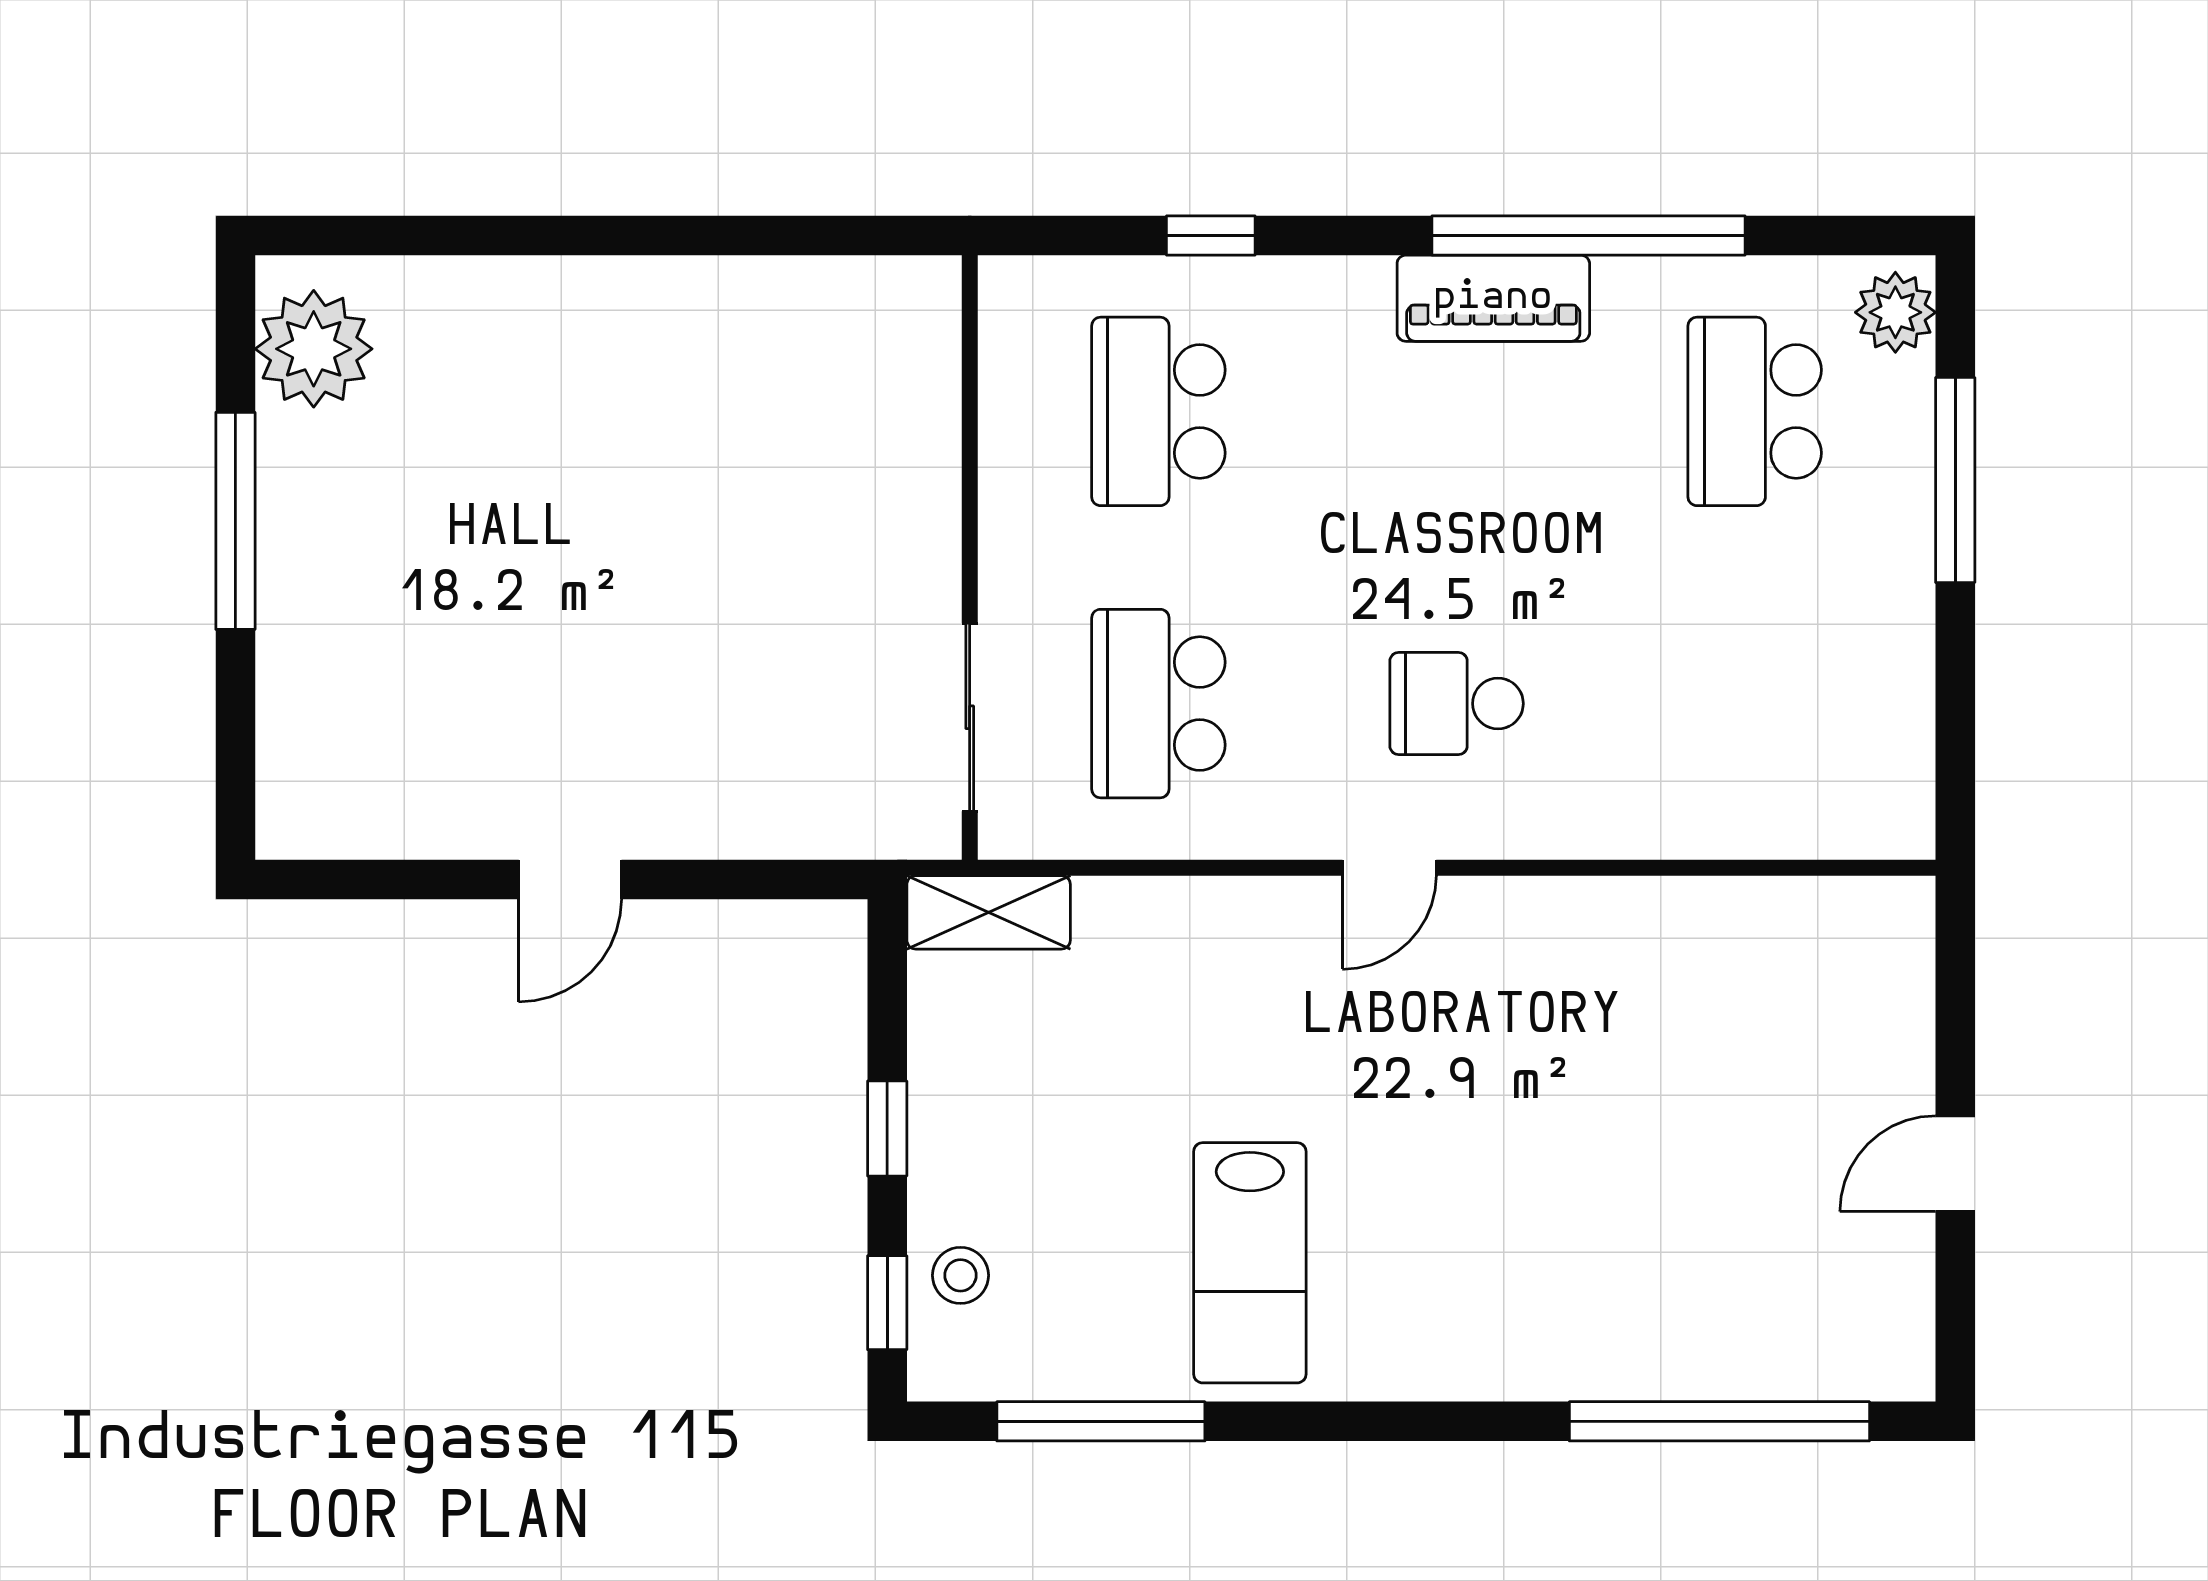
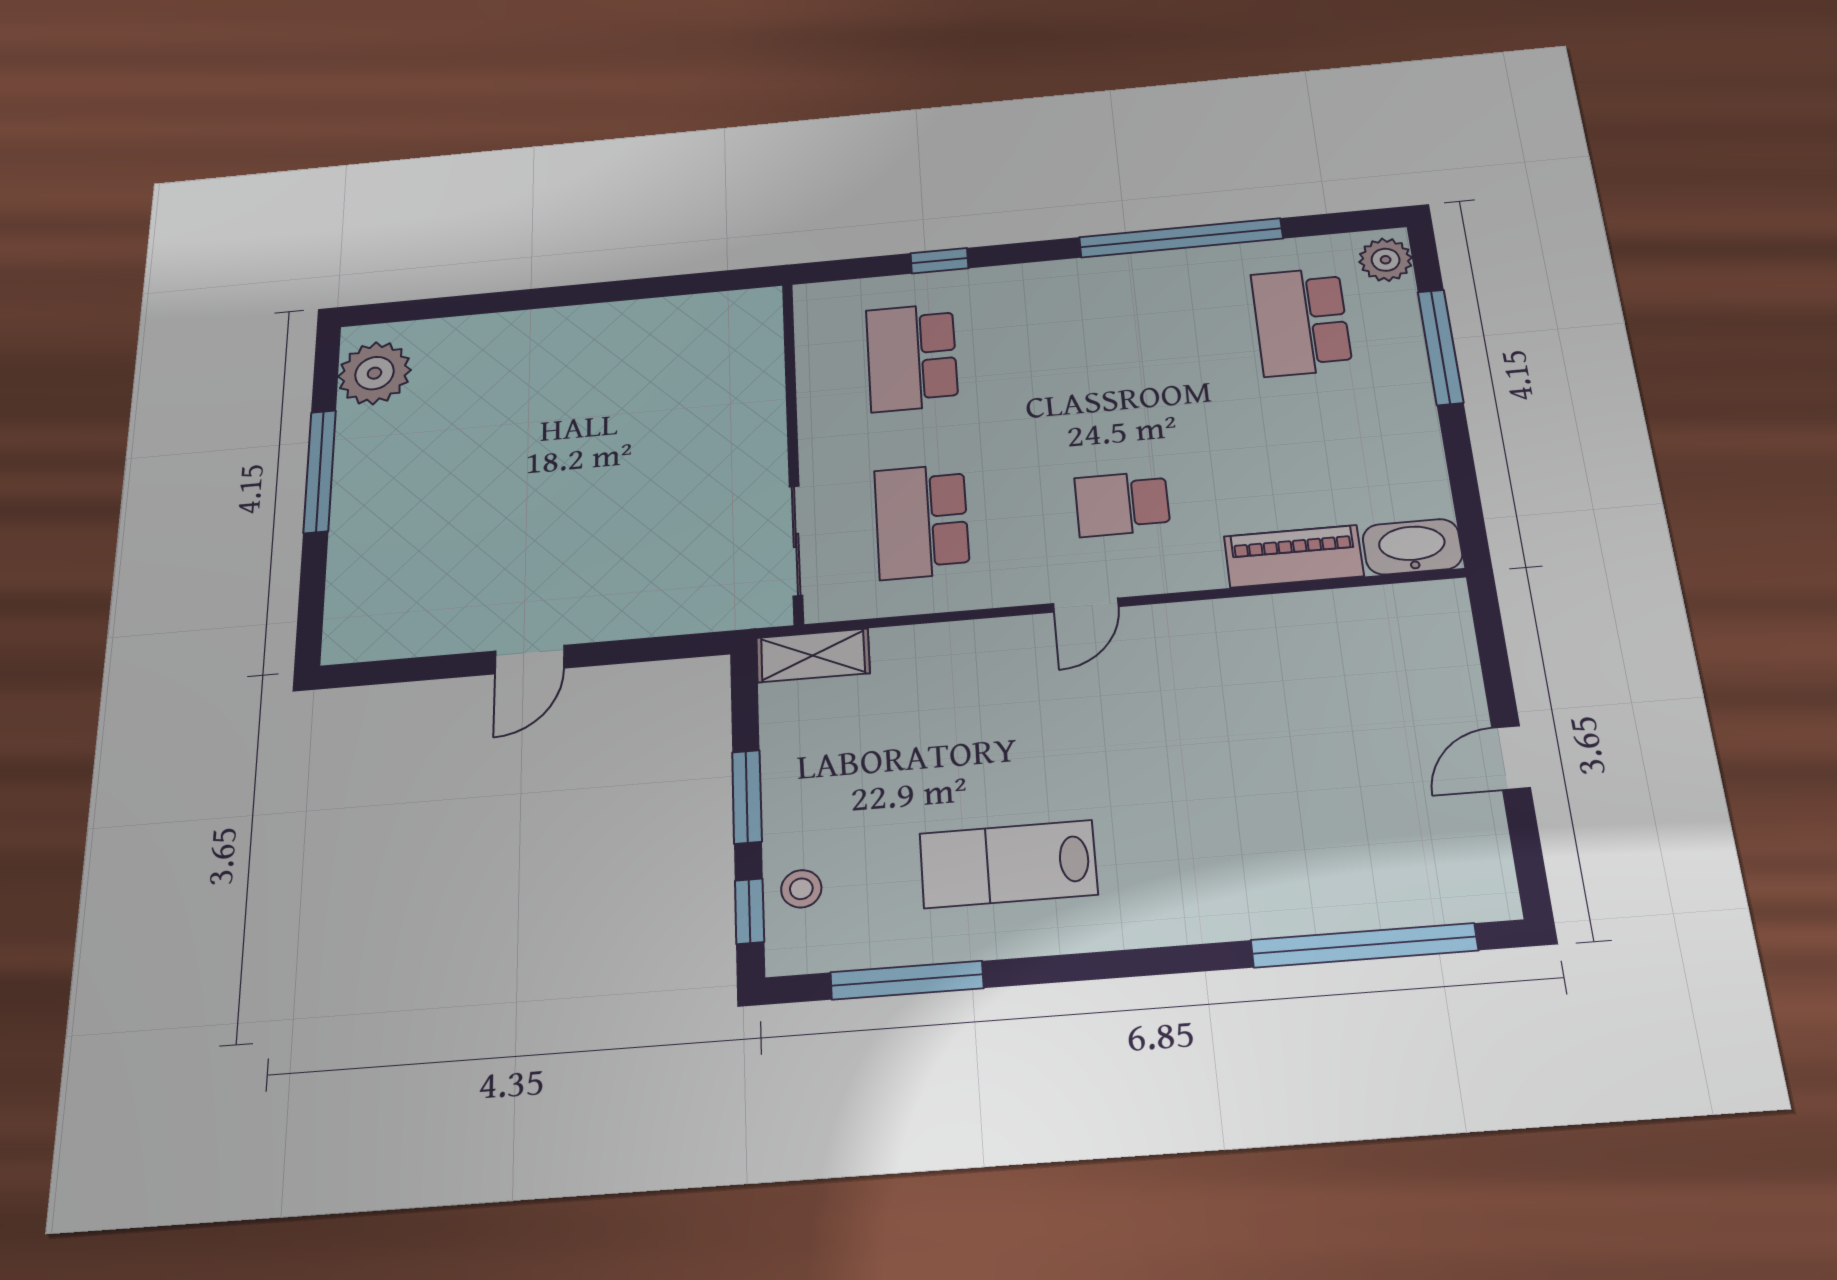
piano: (1493, 298) -> (1294, 556), moved, turned 180
washbasin: (1867, 818) -> (1412, 547), added
window: (887, 1129) -> (747, 797), width x1.50
lab bench: (1250, 1263) -> (1008, 864), turned 90

